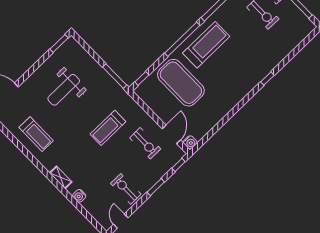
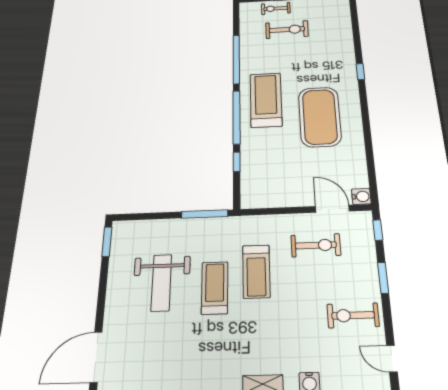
window: (142, 78) -> (237, 162), moved
exercise mat: (181, 83) -> (320, 117), moved, turned 90
treadmill: (36, 134) -> (215, 288), moved, turned -90

